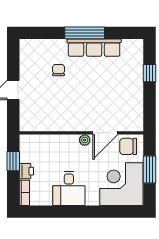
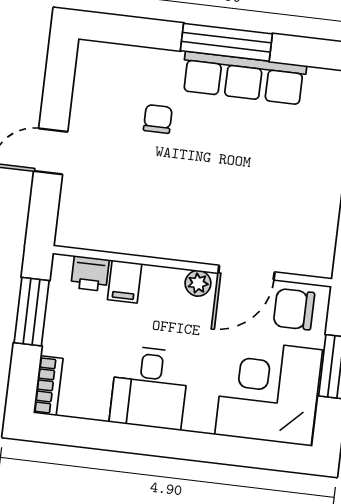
filing cabinet: (52, 143) -> (125, 282), added
window: (13, 161) -> (32, 312), width x1.50
printer: (26, 171) -> (90, 274), moved, turned 90

